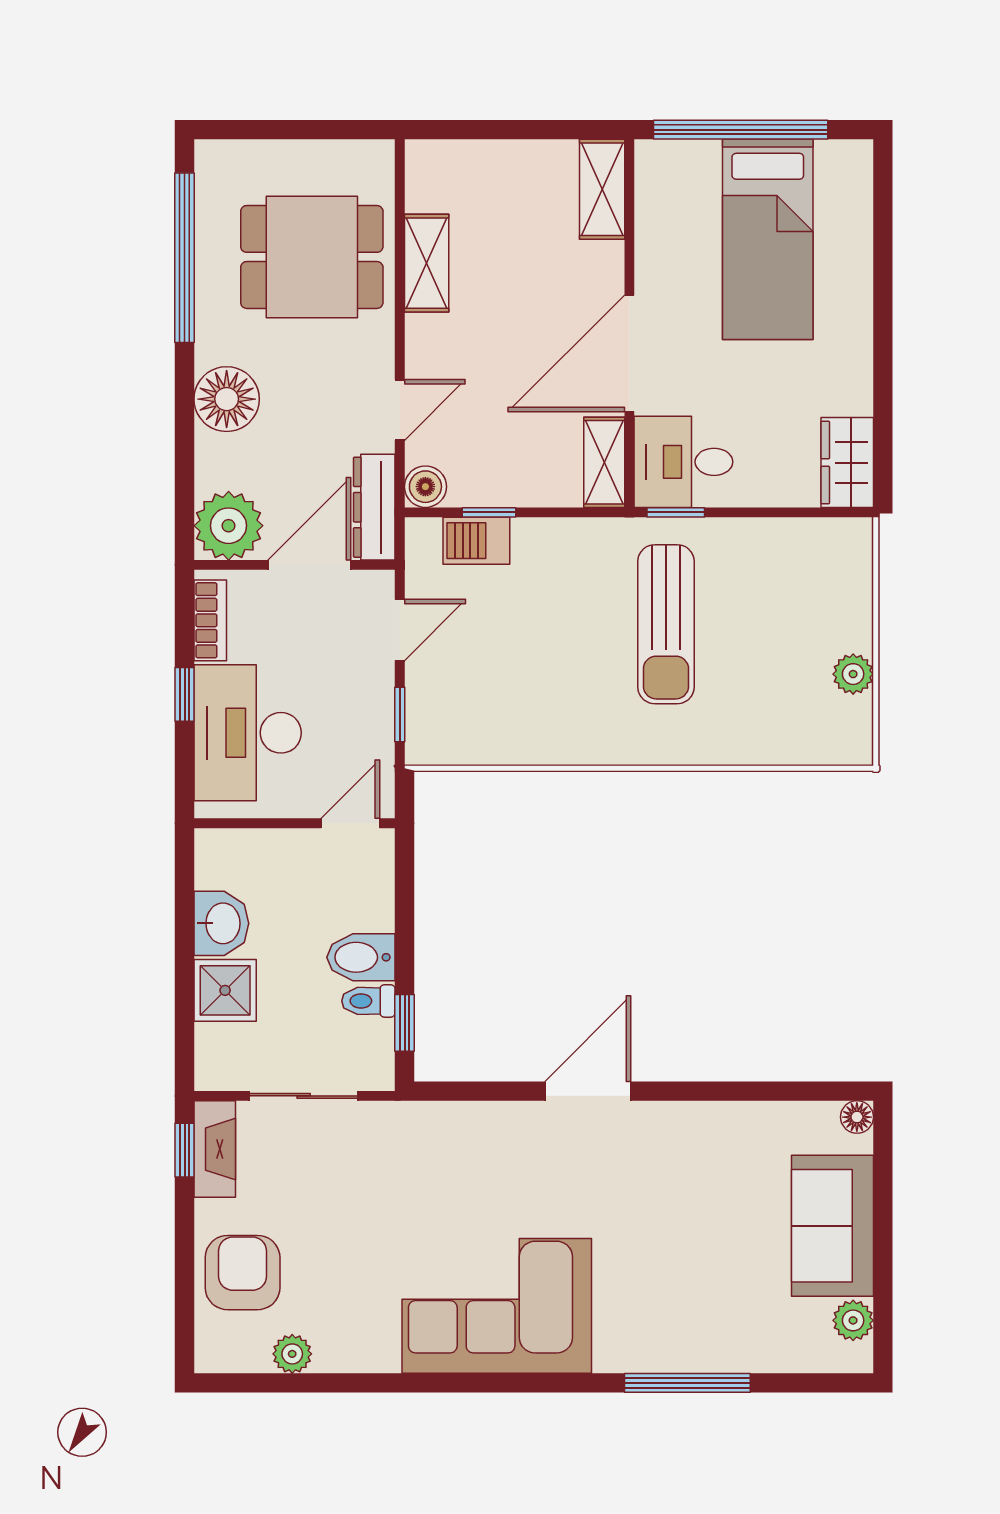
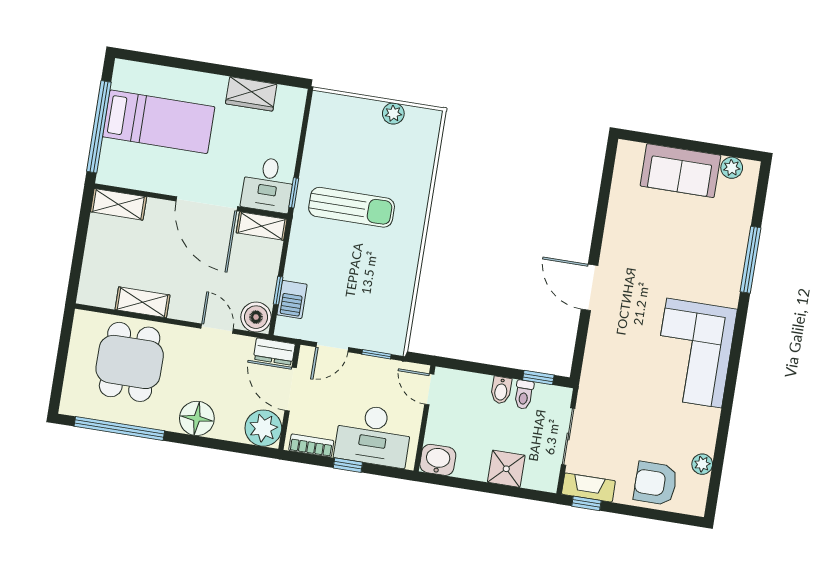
wardrobe: (847, 463) -> (251, 94), moved
boiler: (425, 487) -> (256, 317), width x1.36, depth x1.36
dresser: (374, 507) -> (274, 352), width x0.70
door: (400, 630) -> (332, 347), swing flipped
washbasin: (221, 923) -> (438, 460), moved
bidet: (361, 957) -> (501, 390), width x0.72, depth x0.74
floor lamp: (857, 1117) -> (626, 149), removed

